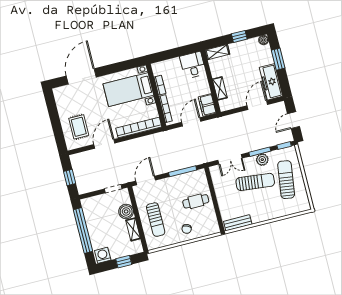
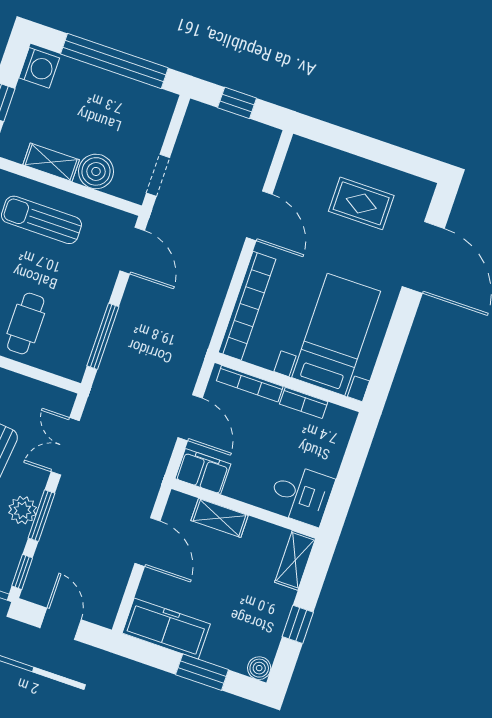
door: (257, 105) -> (148, 542), moved
rug: (79, 127) -> (361, 203), moved

